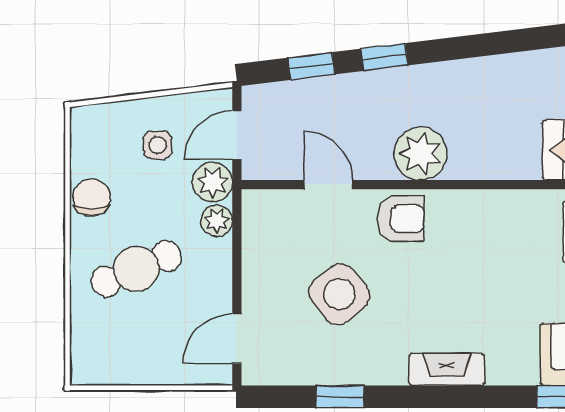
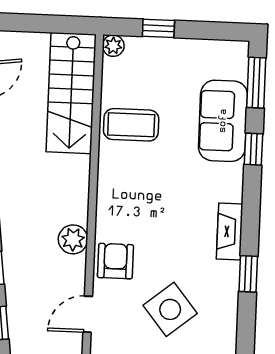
plant: (420, 154) -> (73, 239), width x0.73, depth x0.73
window: (340, 397) -> (248, 274), moved

